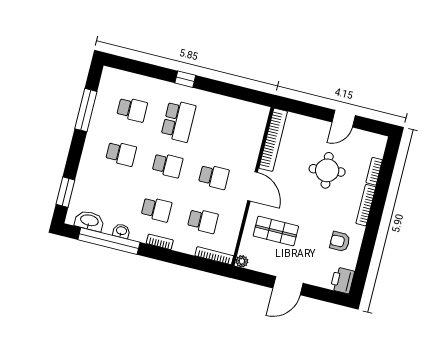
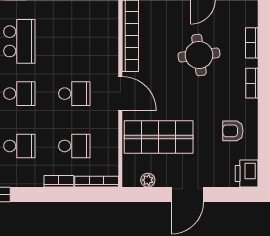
bookcase: (366, 205) -> (252, 83), width x0.64
shop shelf: (276, 231) -> (159, 137), width x1.43, depth x1.36
bookcase: (160, 242) -> (59, 181), moved
plant: (242, 261) -> (148, 180), moved

